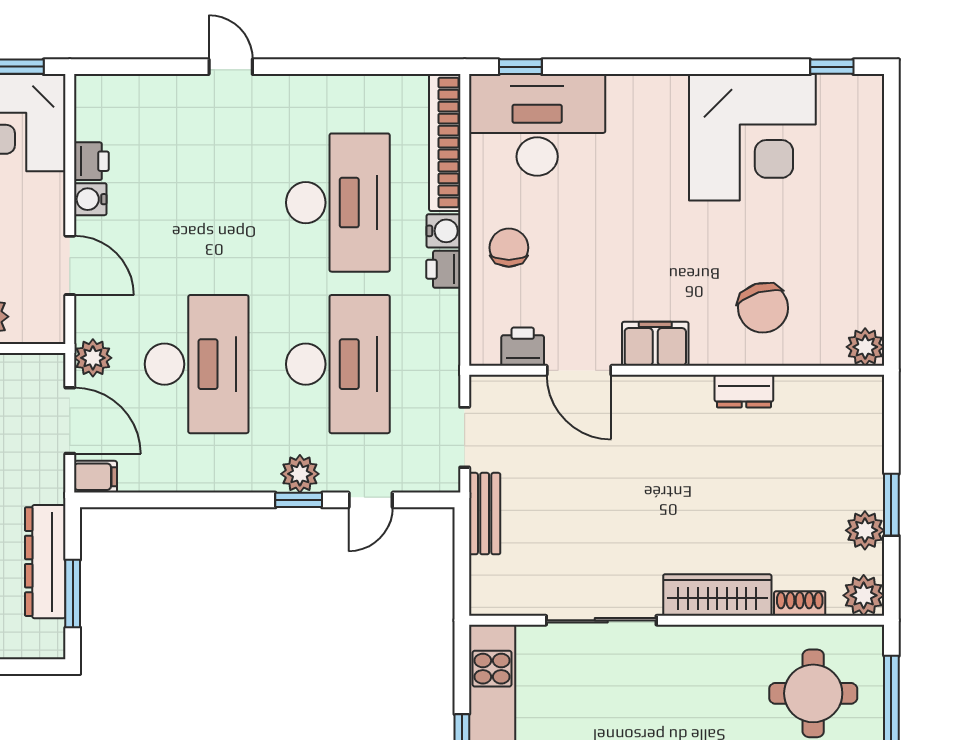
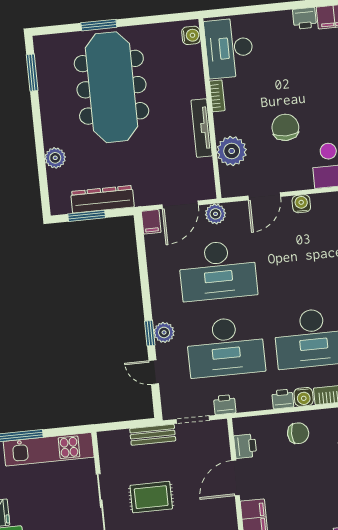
printer: (91, 161) -> (225, 405), moved, turned 180
rug: (598, 528) -> (151, 497), added

